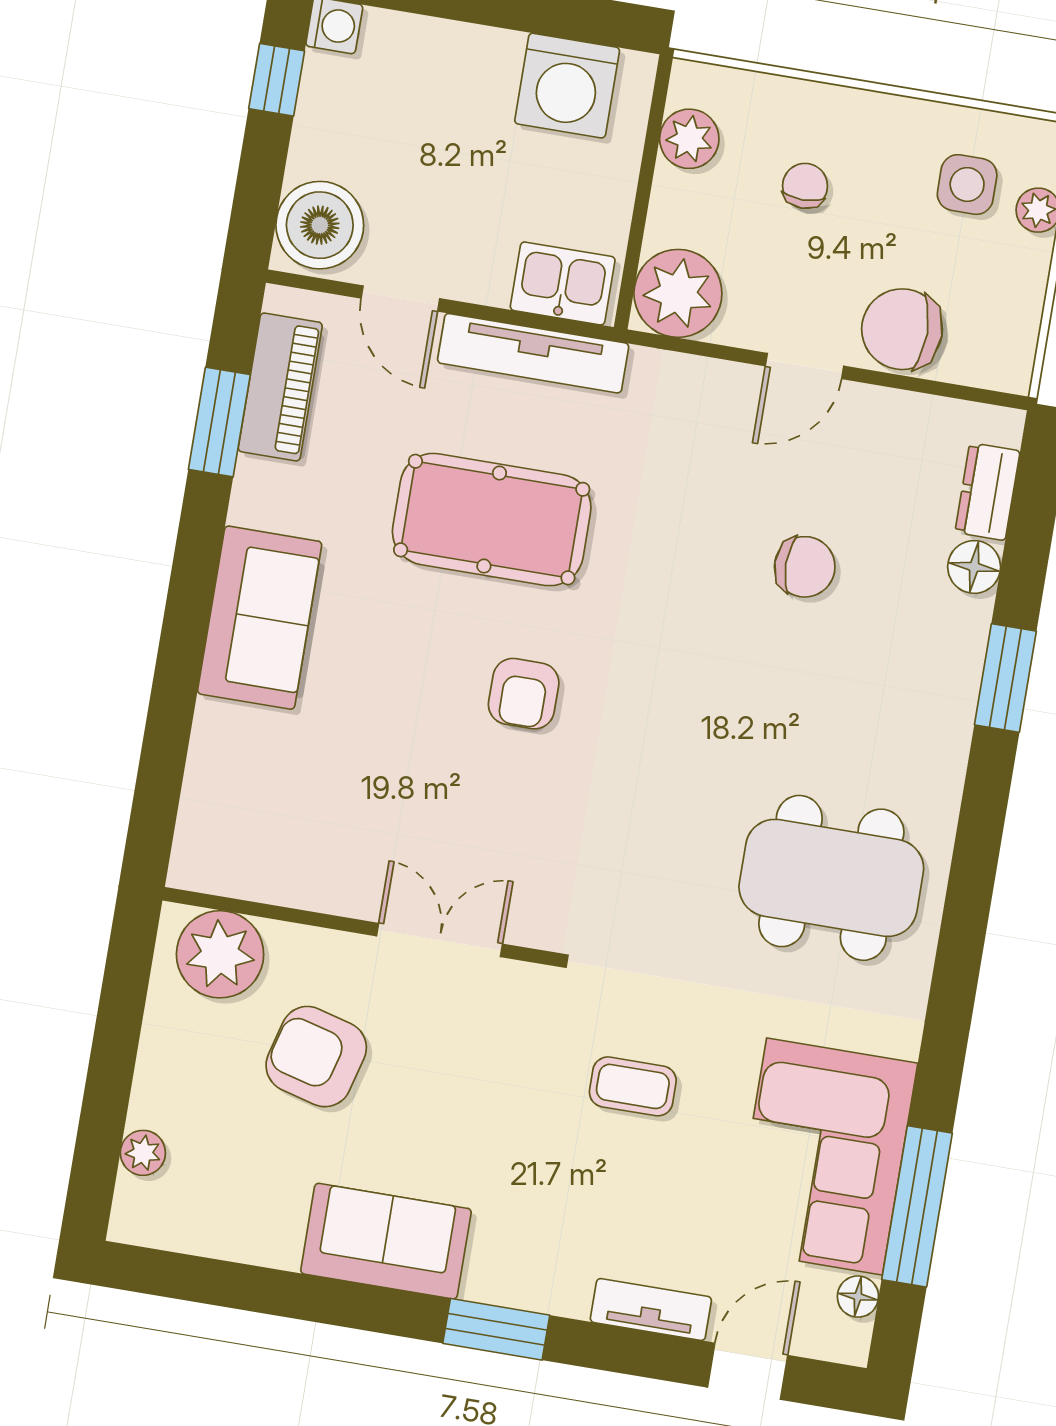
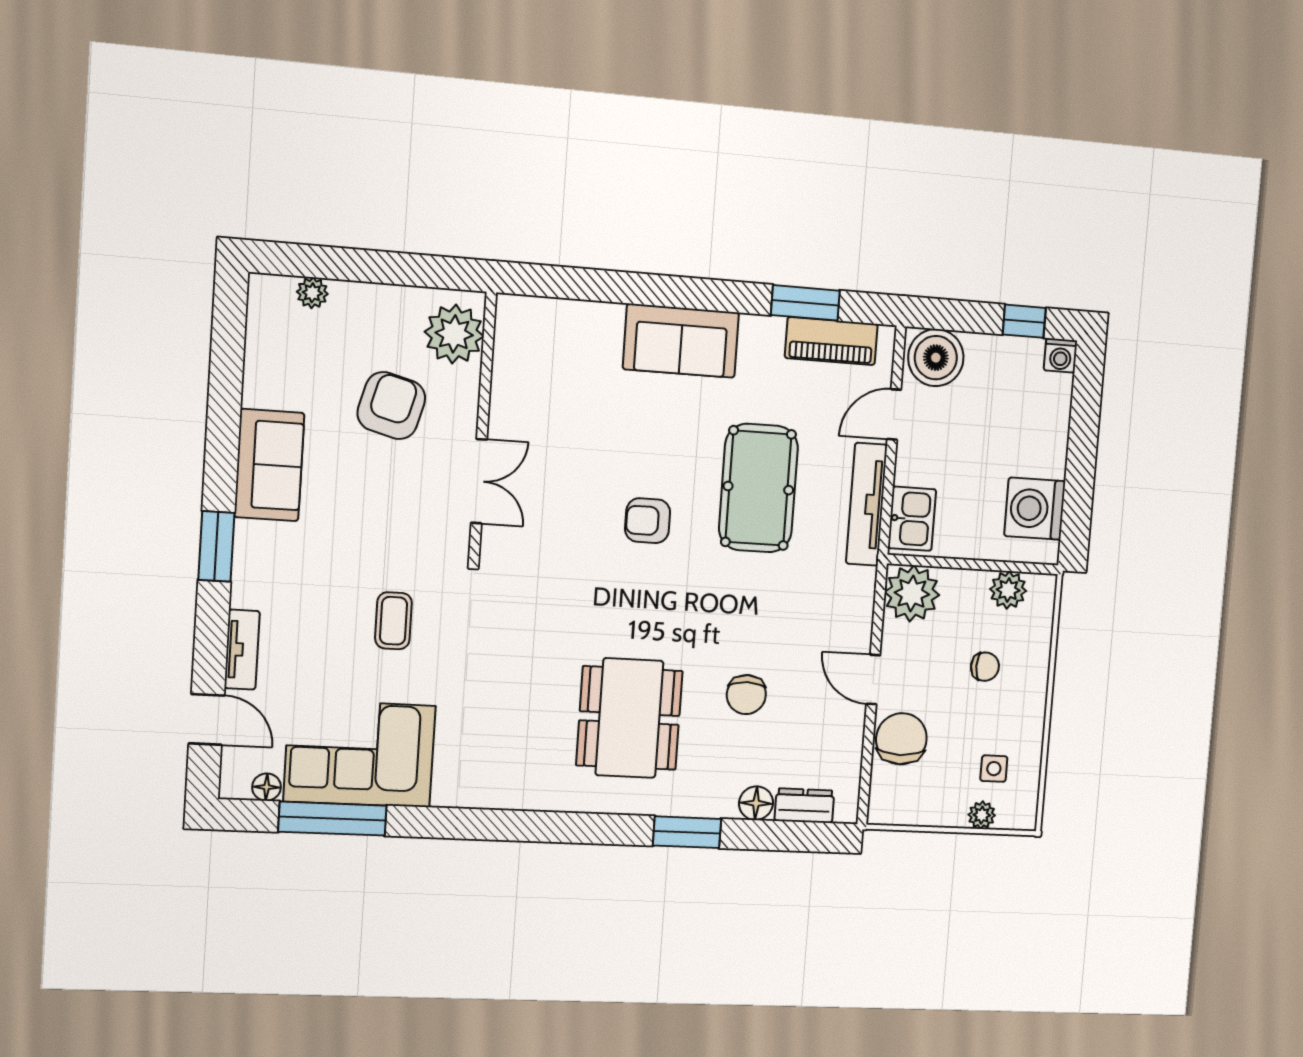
side table: (967, 184) -> (994, 769), width x0.73, depth x0.73
dining table: (831, 878) -> (629, 718), moved

